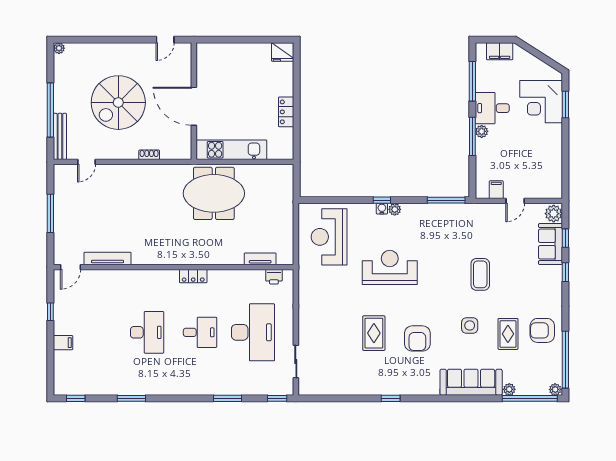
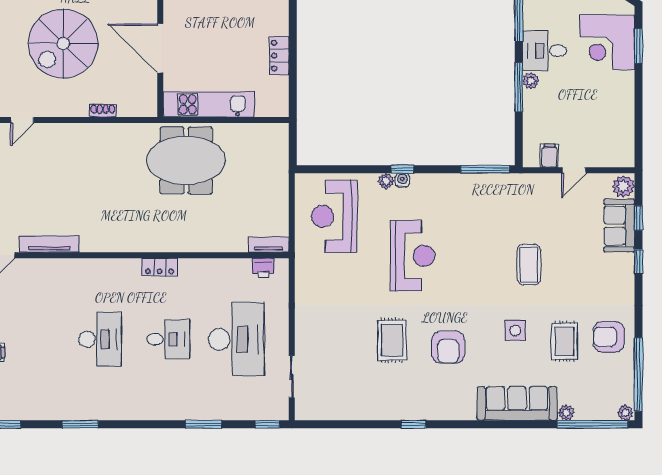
plant: (395, 209) -> (386, 181), moved
tv unit: (260, 259) -> (269, 245), moved
reception desk: (390, 267) -> (412, 256), turned 90

